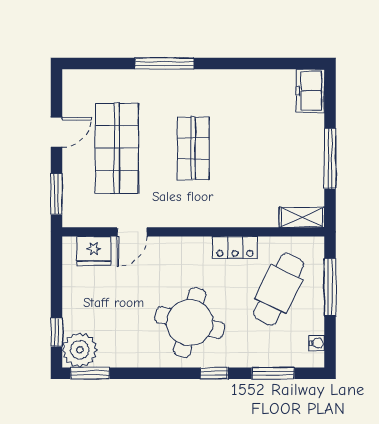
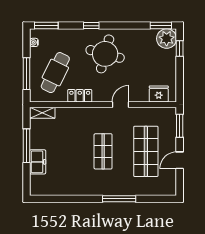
freezer: (310, 91) -> (38, 162), moved
door: (132, 232) -> (120, 105), moved
window: (273, 373) -> (46, 26), moved

